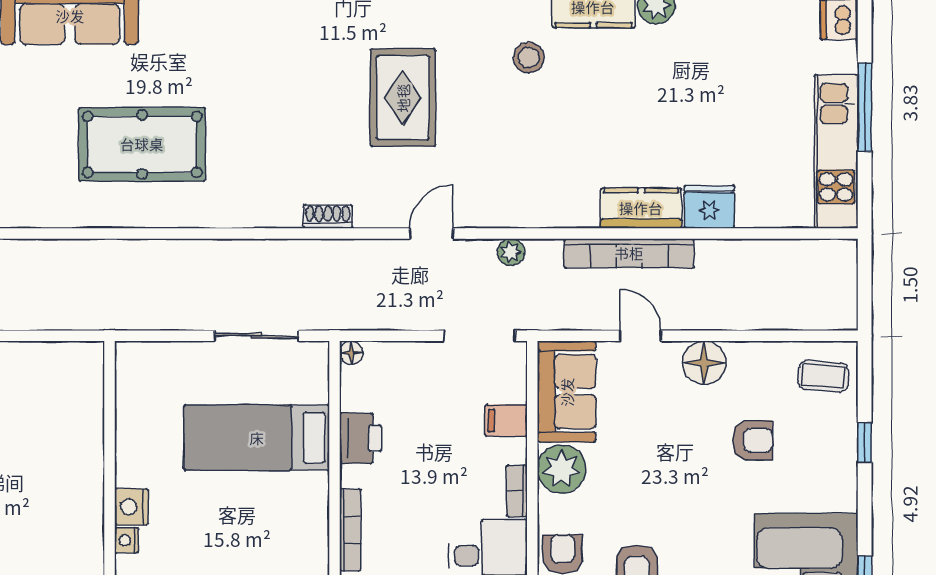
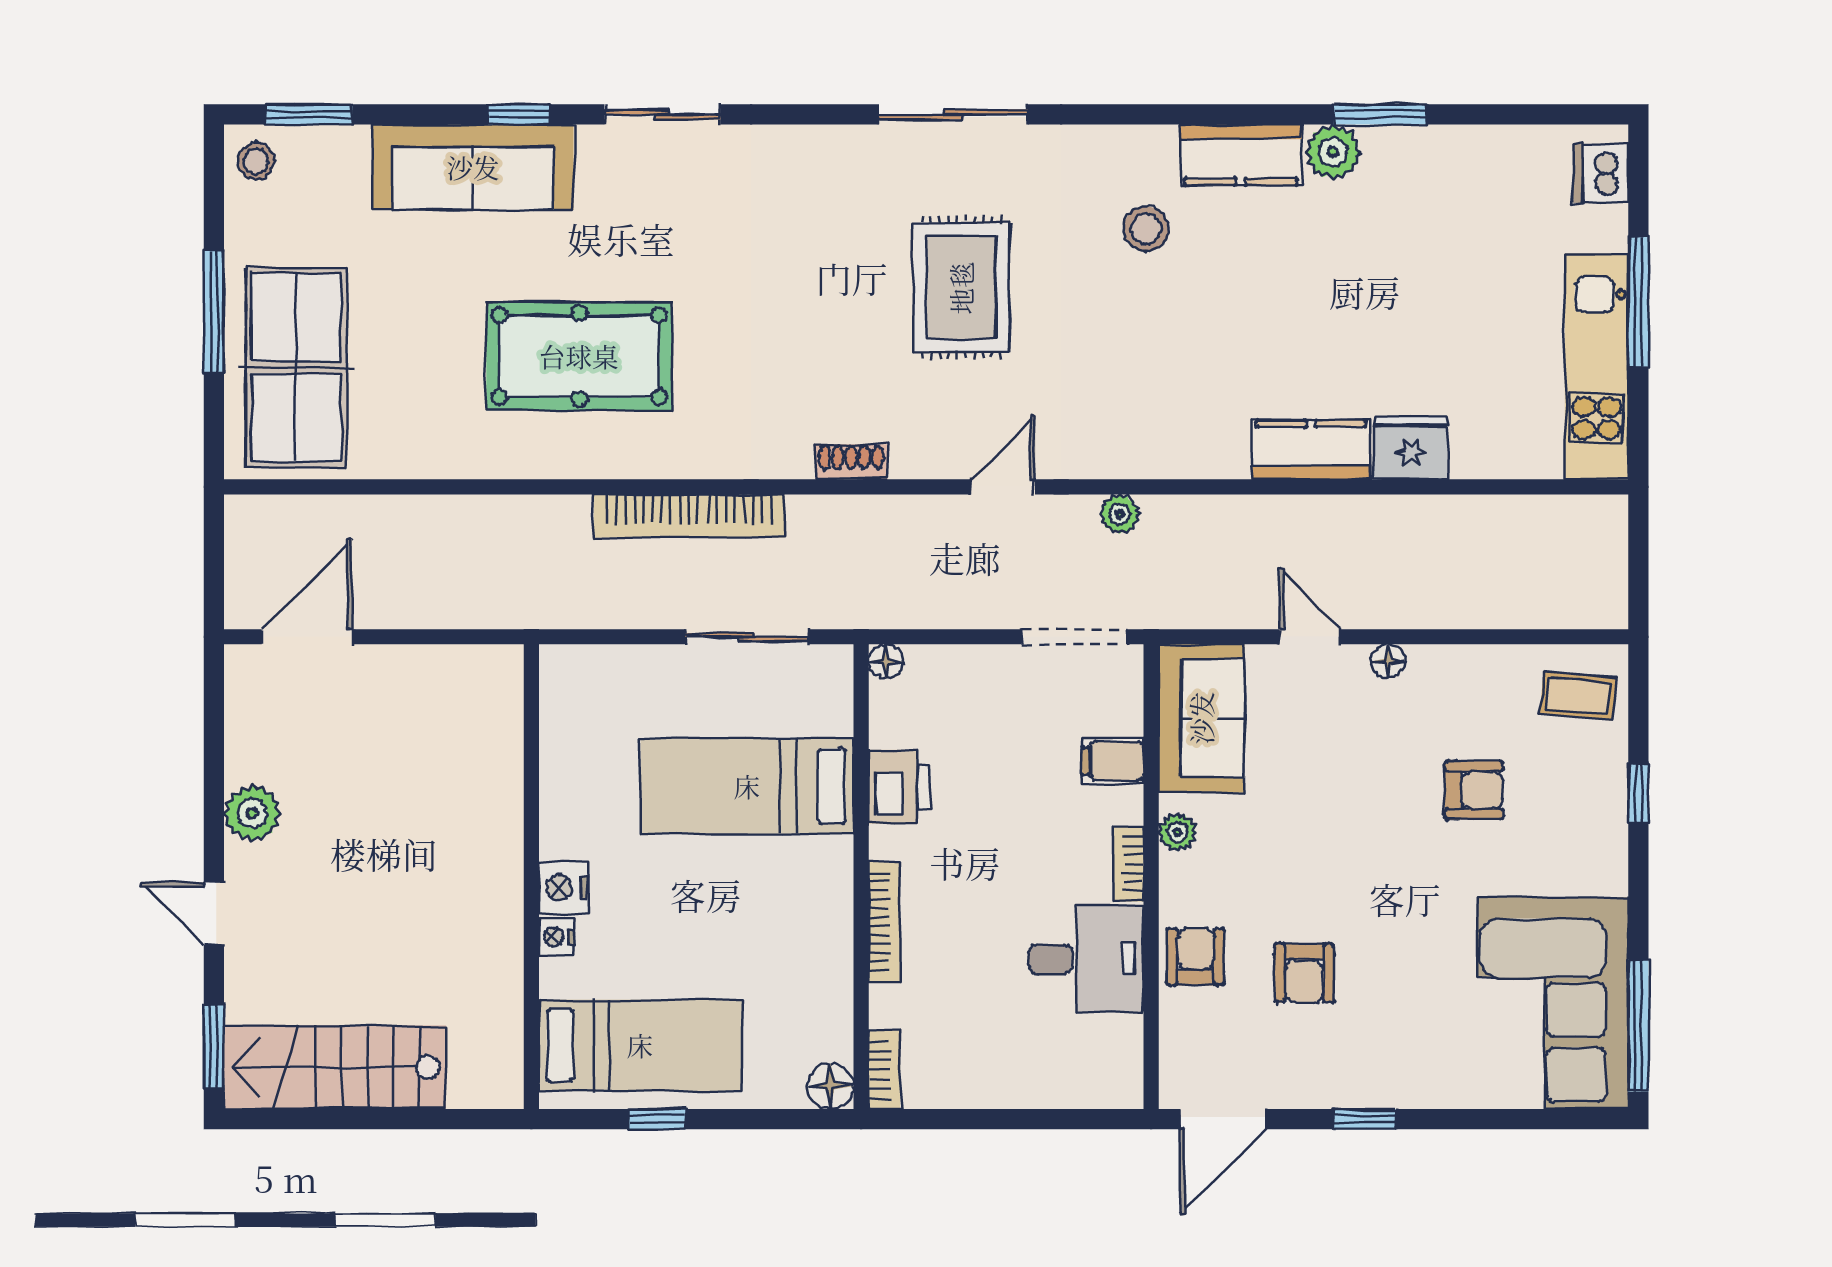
bookcase: (629, 253) -> (689, 516), moved
floor lamp: (704, 363) -> (1388, 661), width x0.53, depth x0.53
plant: (562, 469) -> (1178, 832), width x0.53, depth x0.53

